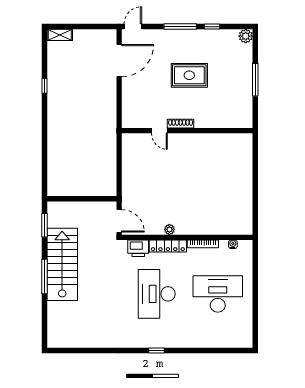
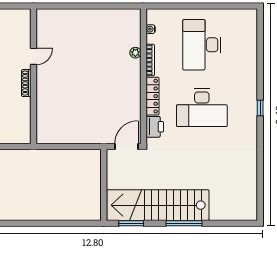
door: (159, 131) -> (34, 56), moved
plant: (169, 229) -> (135, 53), moved
stairs: (62, 264) -> (158, 205), width x1.36

